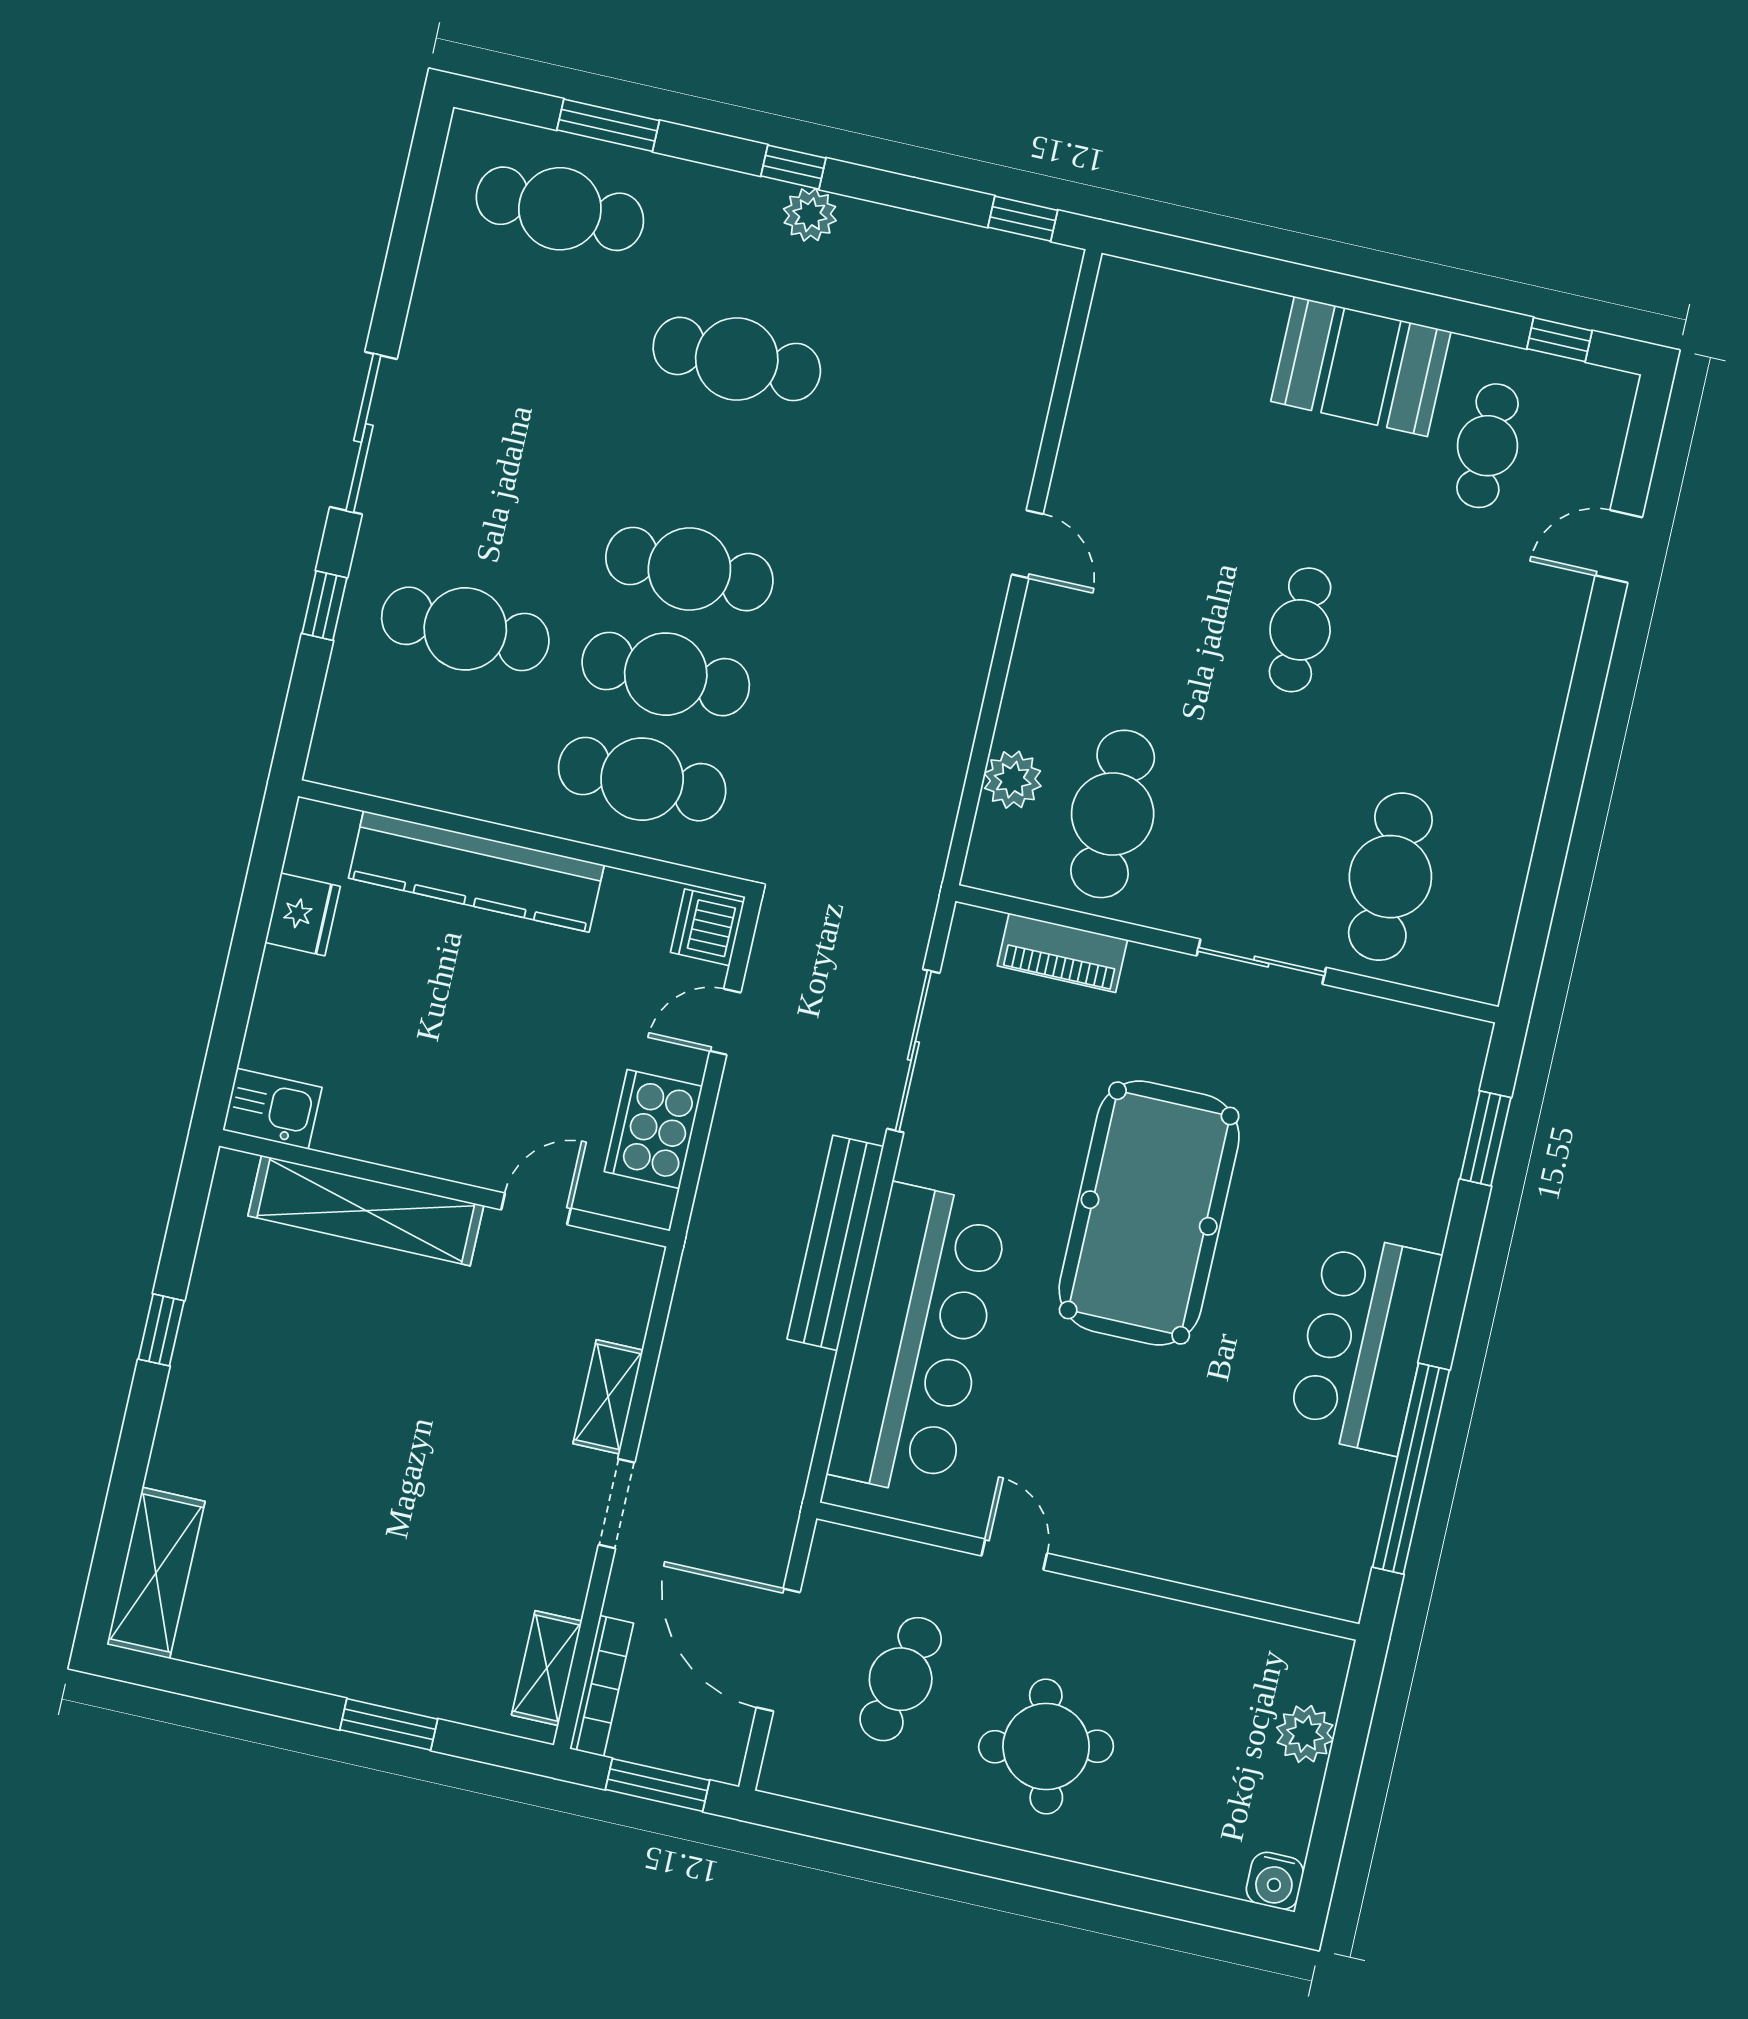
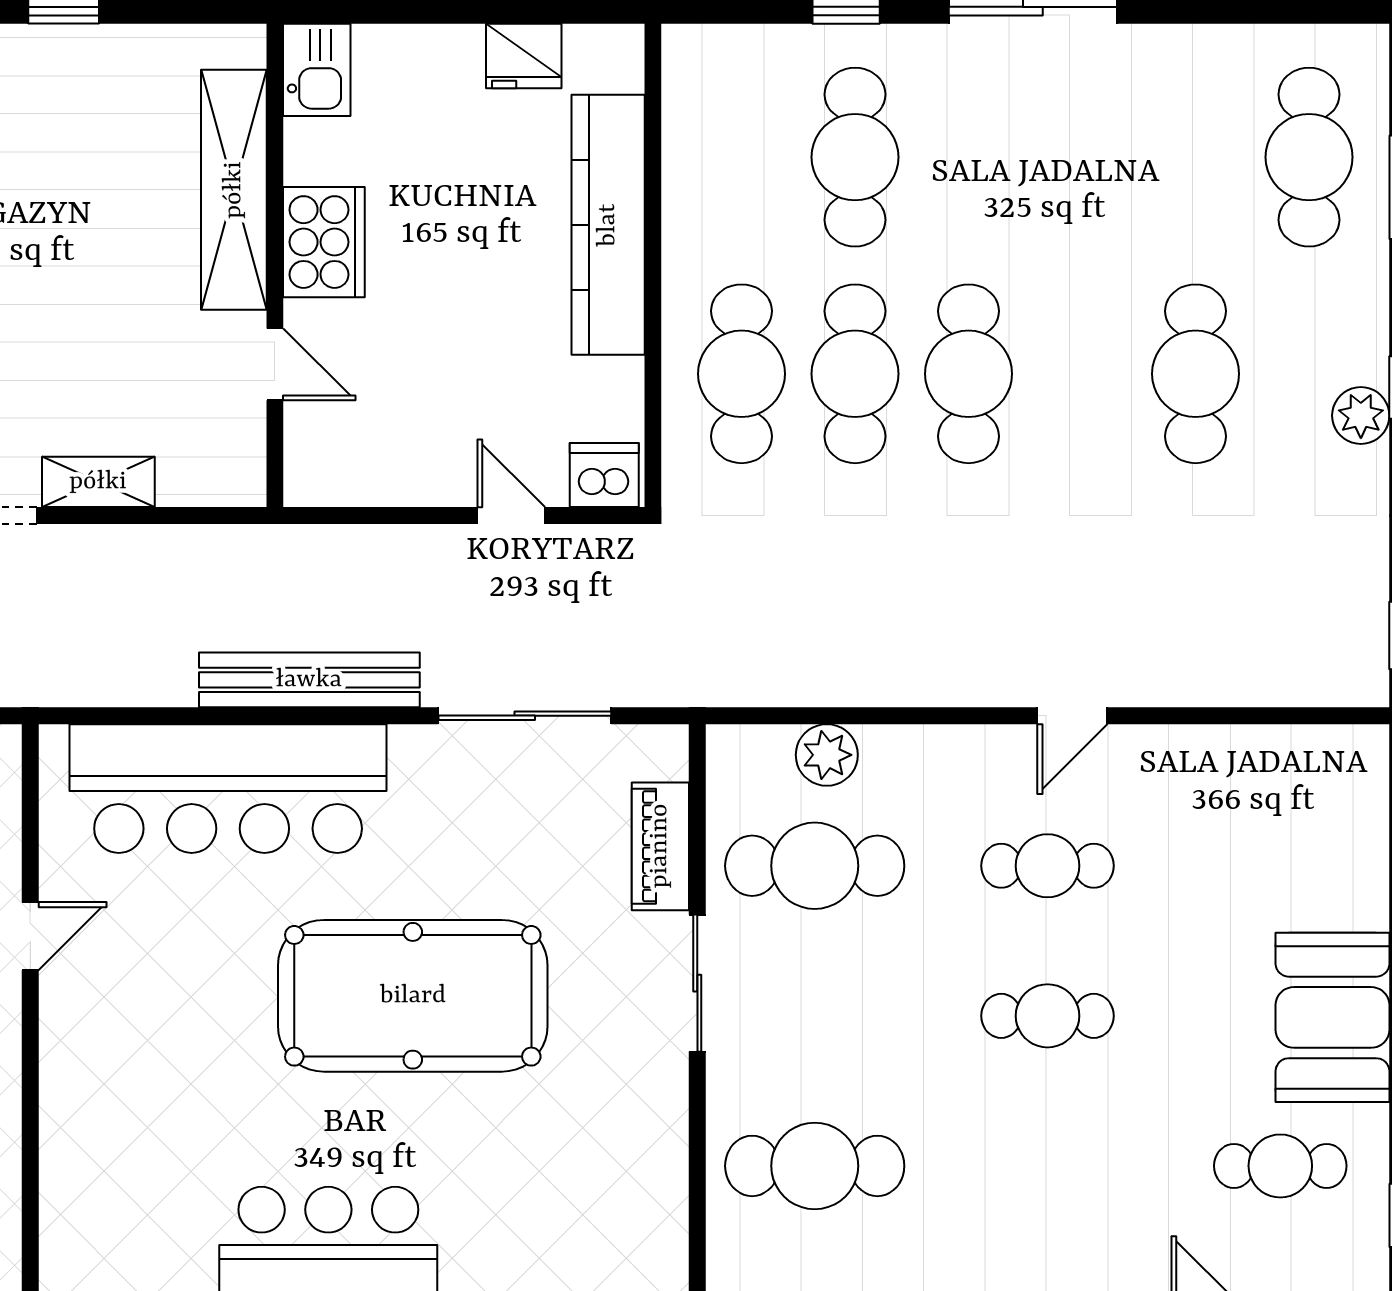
cafe table: (1161, 599) -> (1048, 866), added
sliding door: (1261, 962) -> (697, 983), moved
cooker: (653, 1129) -> (324, 242), moved, turned 90

